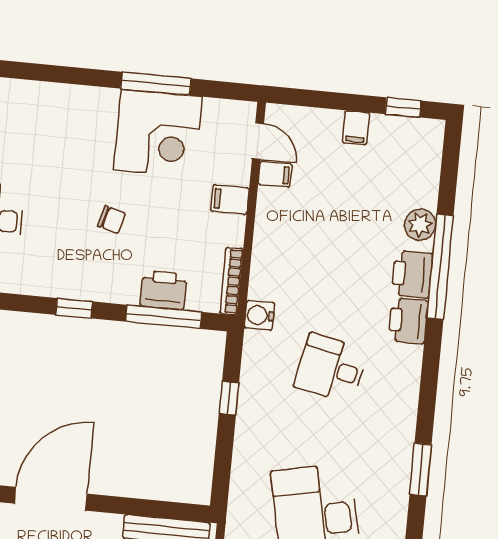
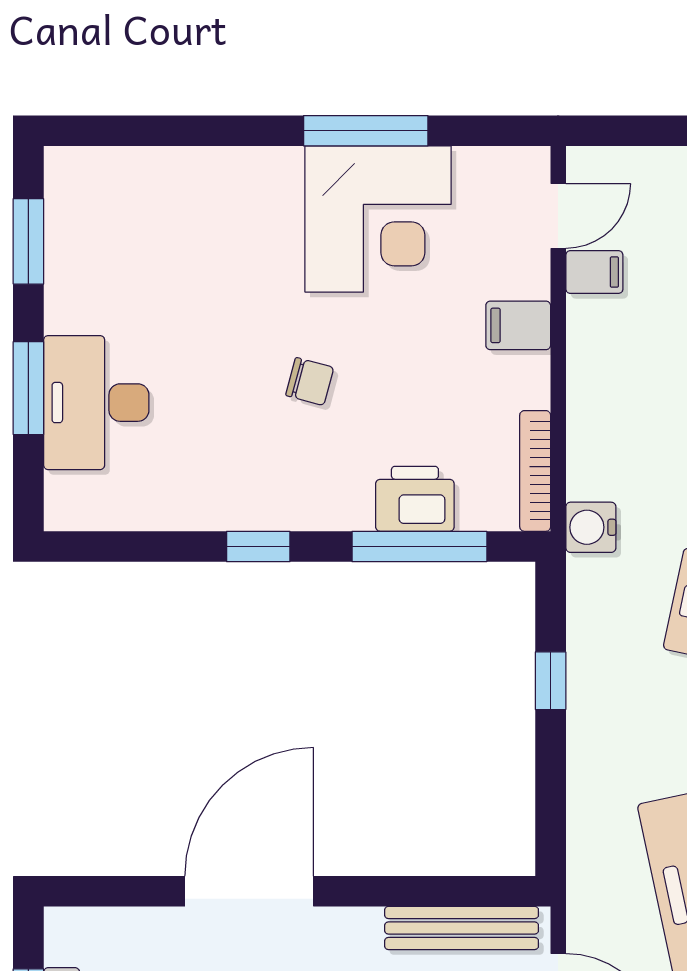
door: (258, 141) -> (558, 216), hinge flipped

